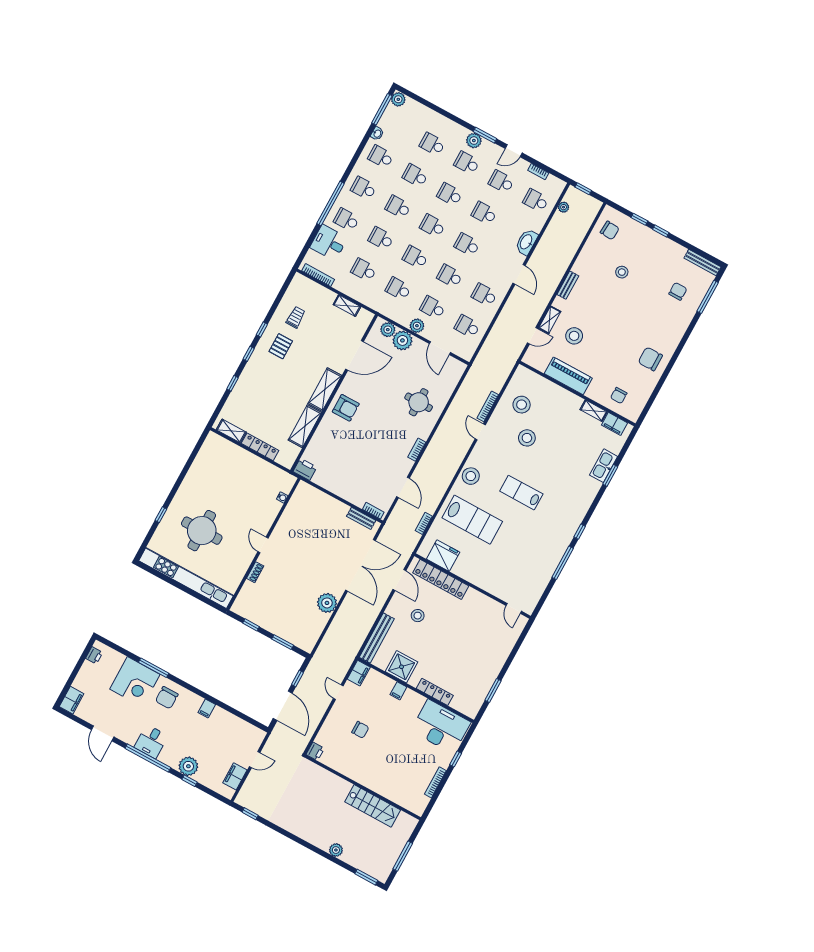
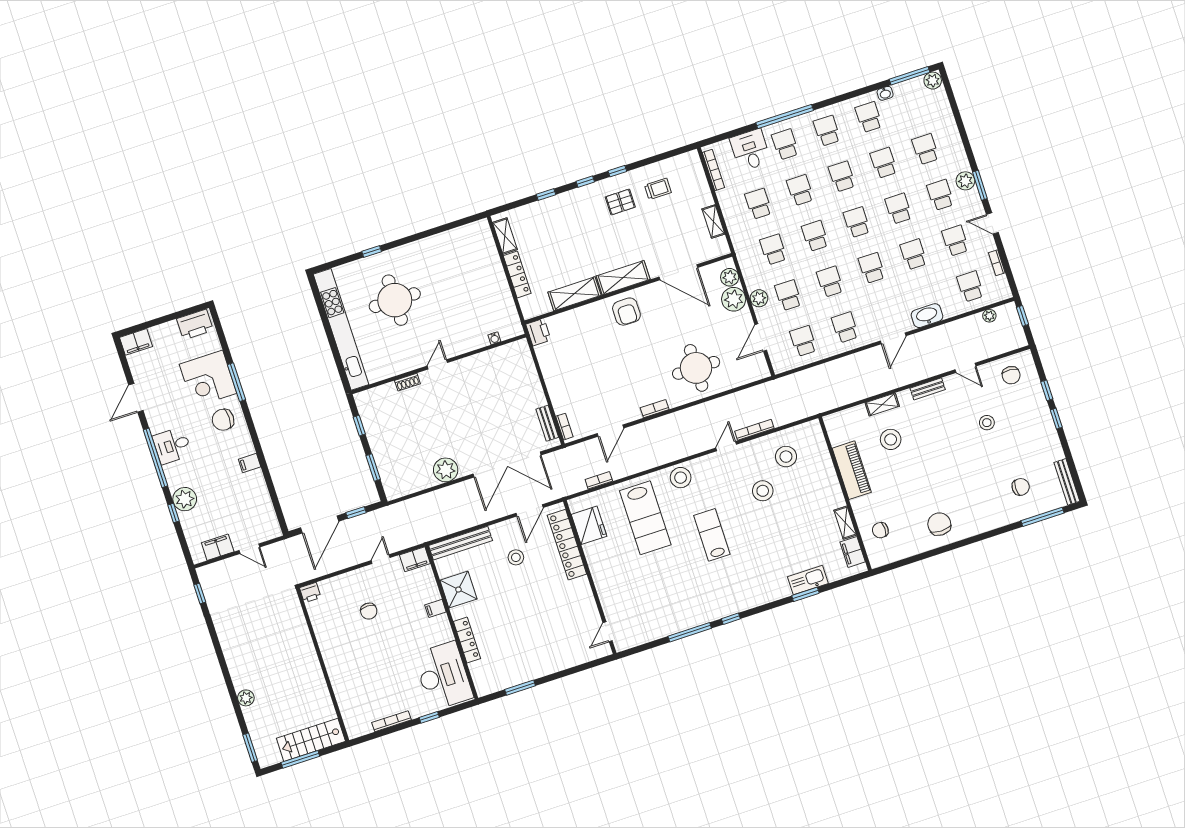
door: (533, 336) -> (965, 368), moved
round table: (419, 402) -> (696, 368), width x1.36, depth x1.36
printer: (94, 655) -> (195, 324), width x1.87, depth x1.48
stairs: (373, 806) -> (311, 740), moved, turned 90

